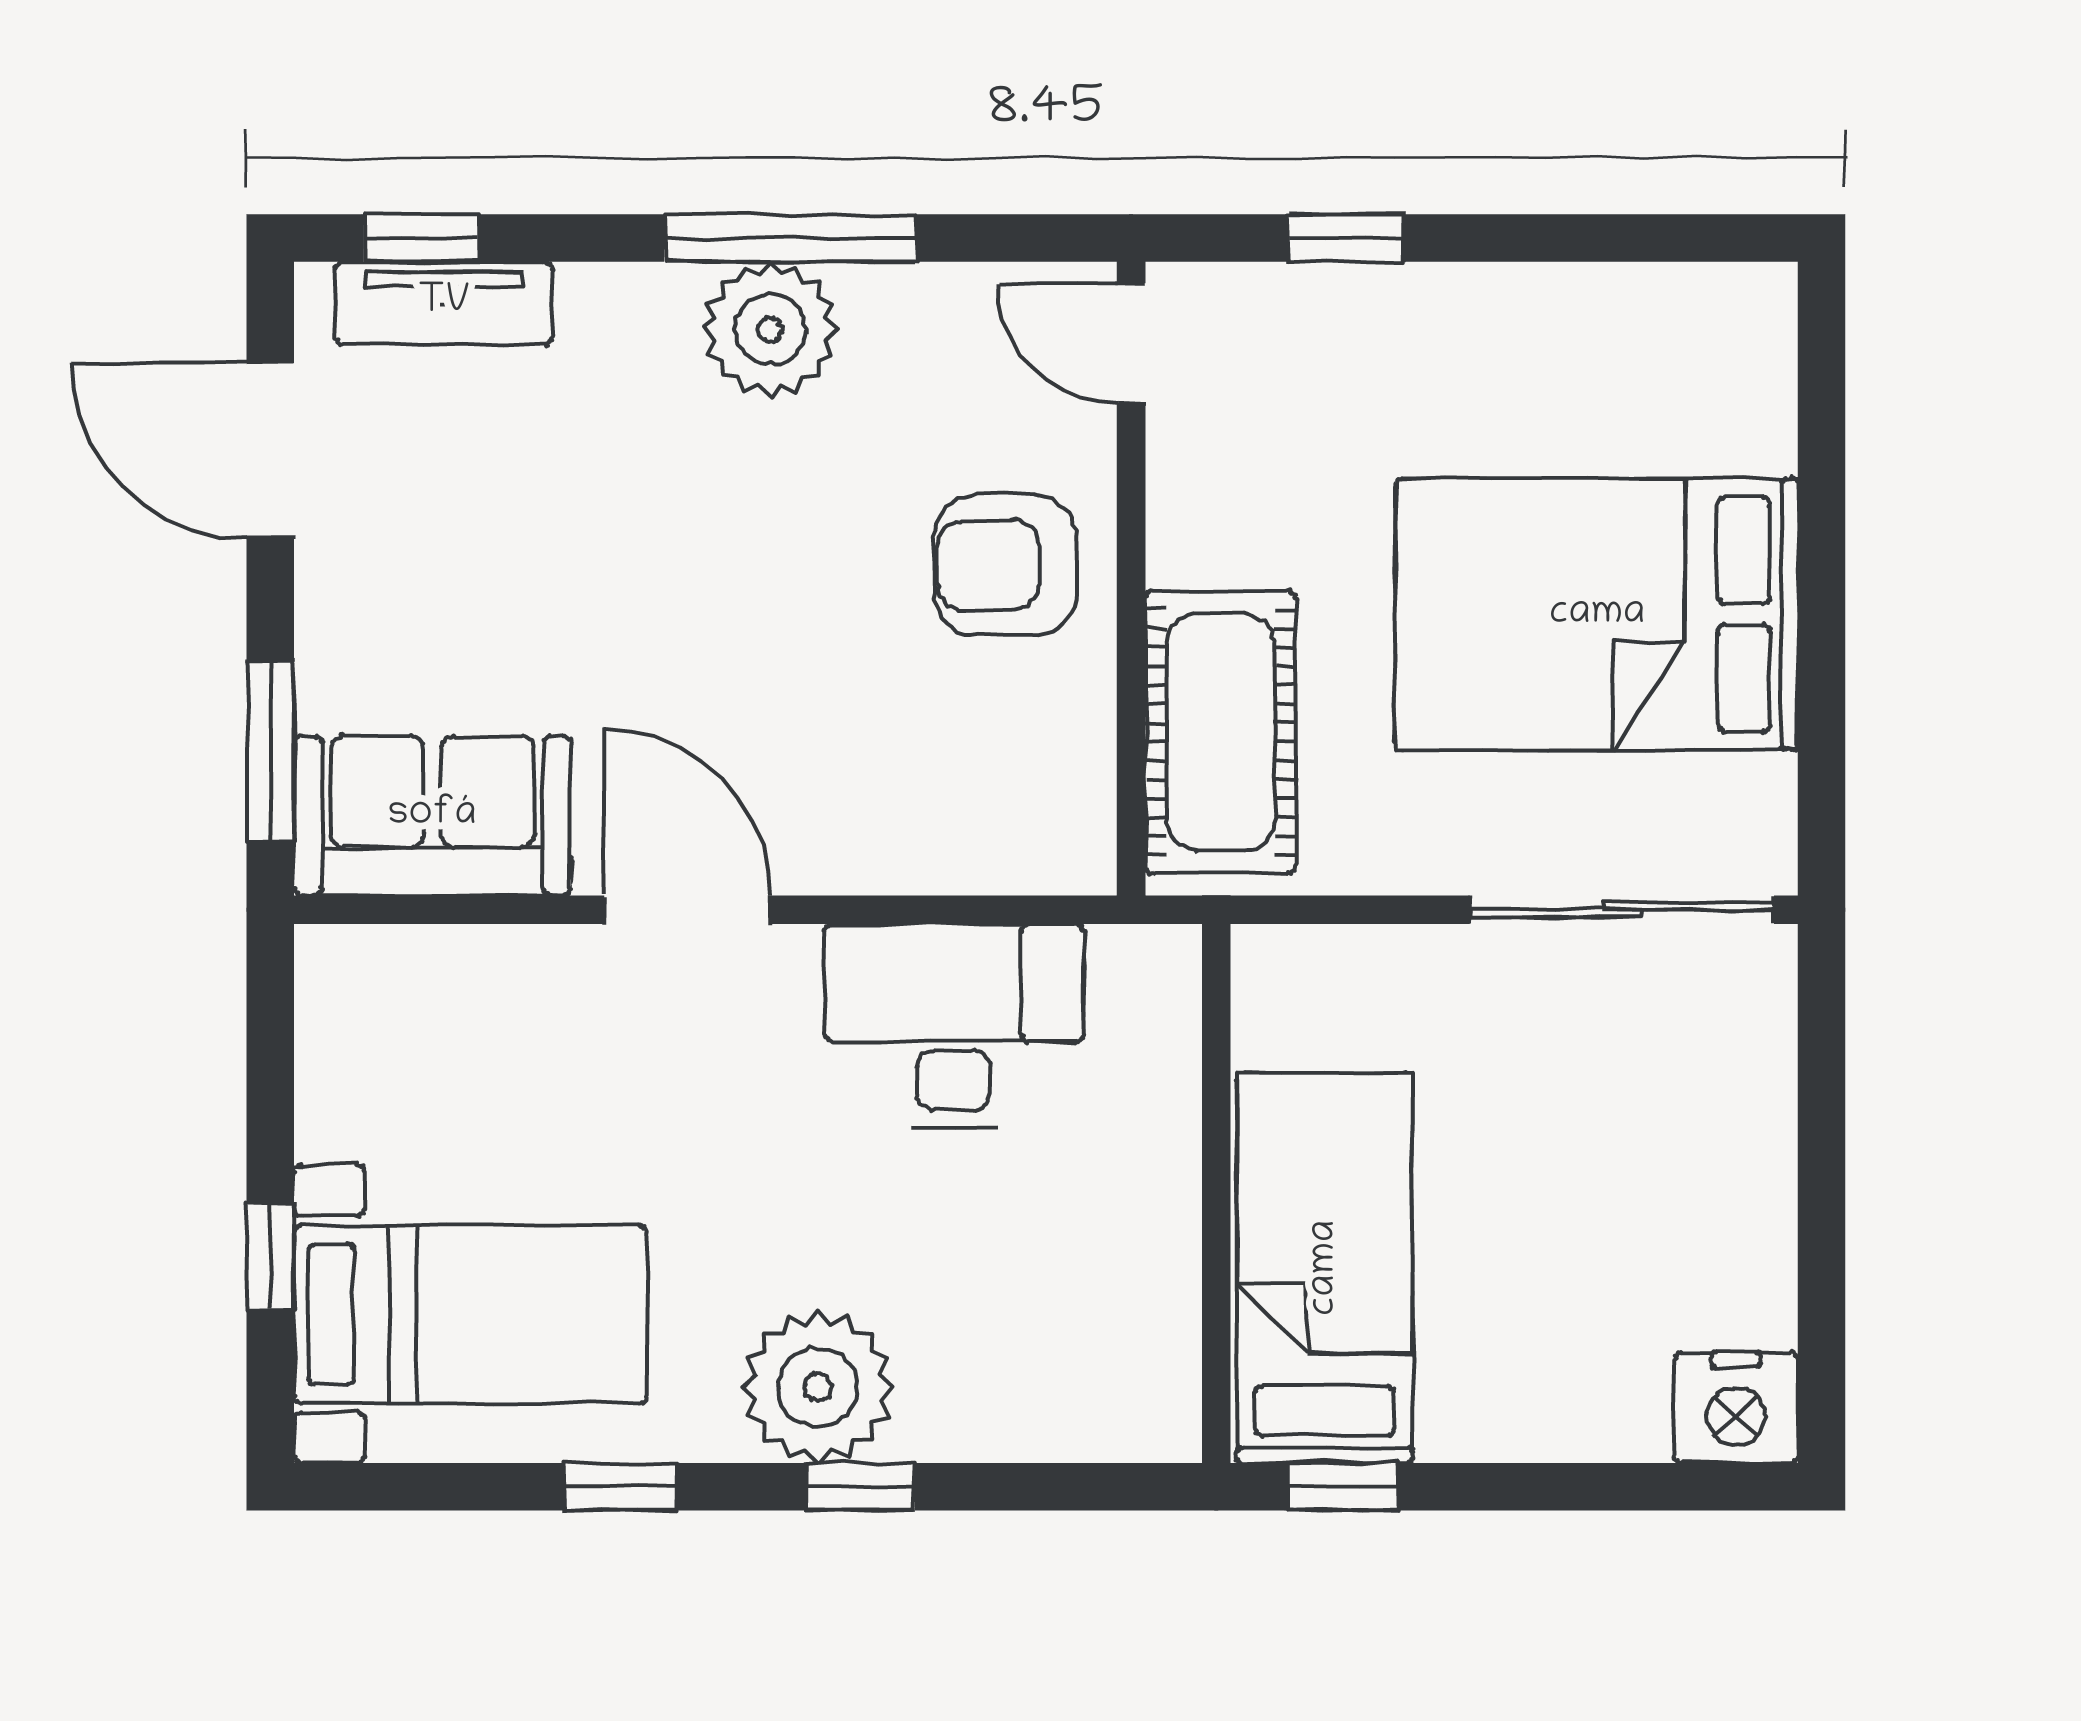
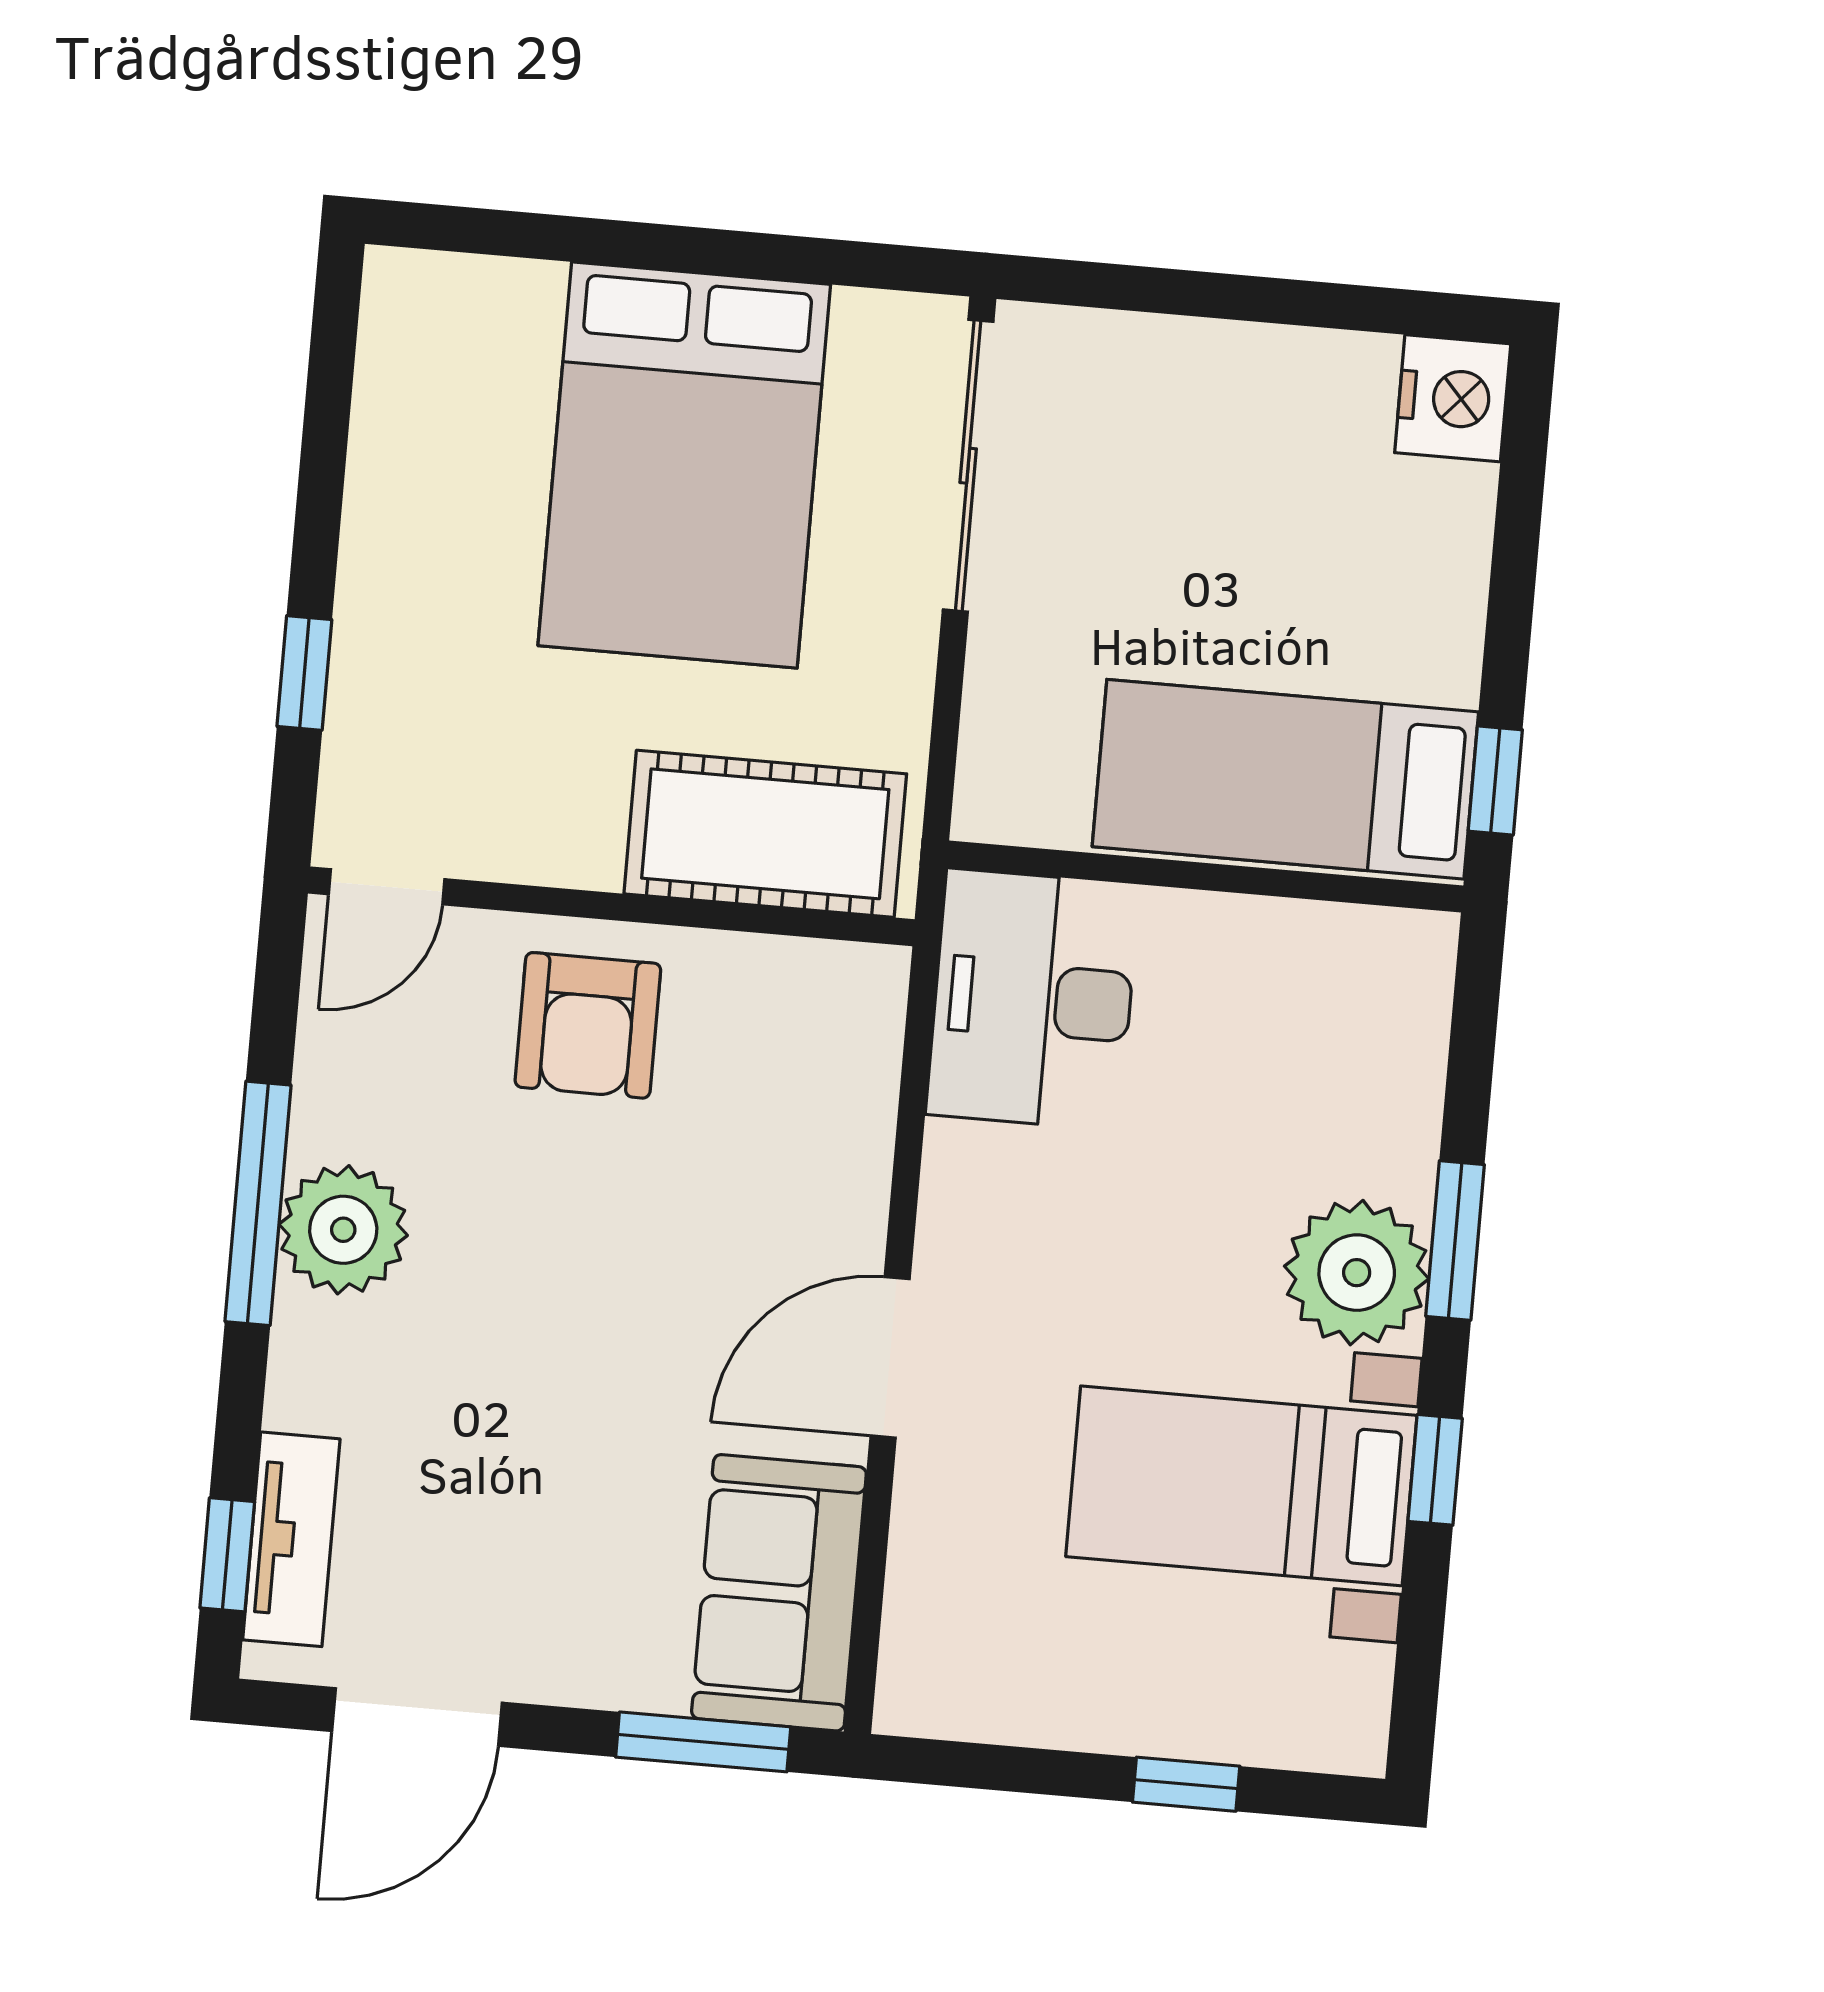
desk: (954, 1026) -> (1033, 999), moved
bed with nightstands: (470, 1314) -> (1241, 1486), moved, turned -90
window: (860, 1487) -> (1455, 1240), width x1.50

